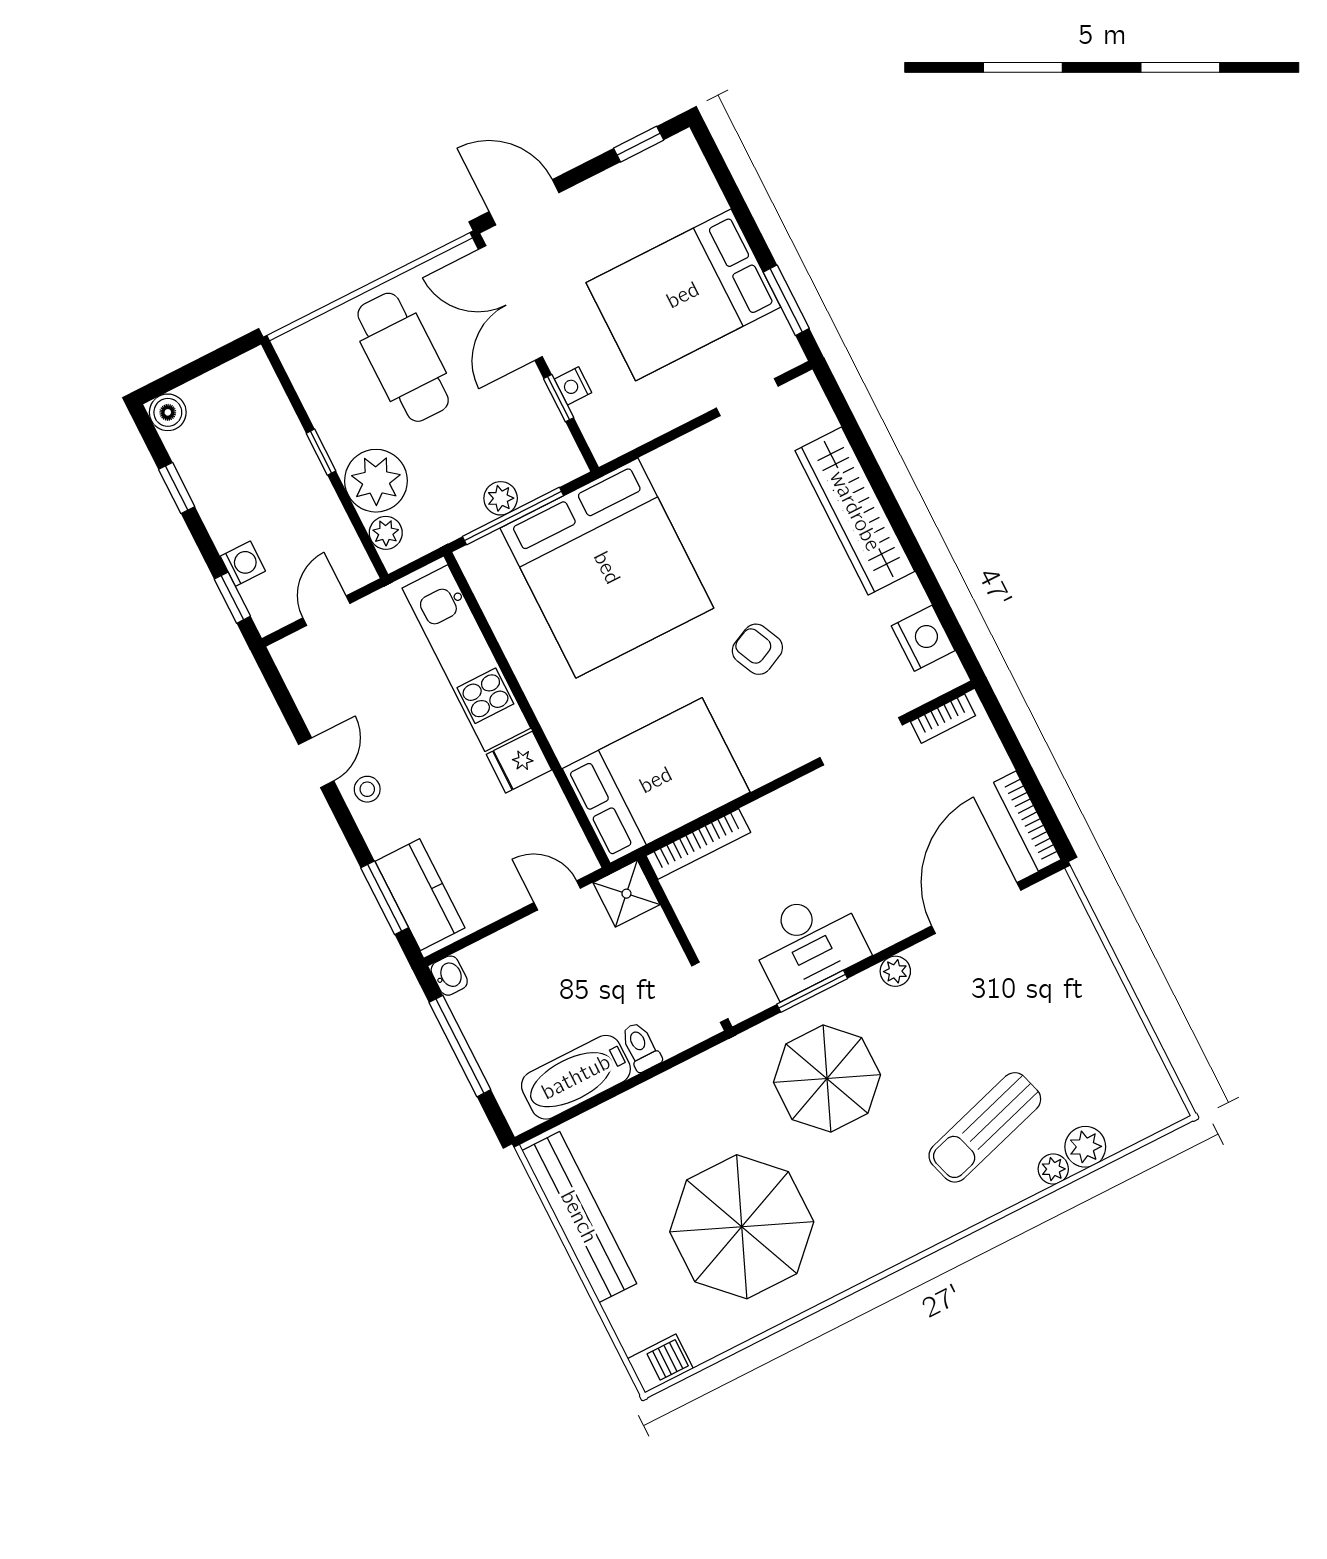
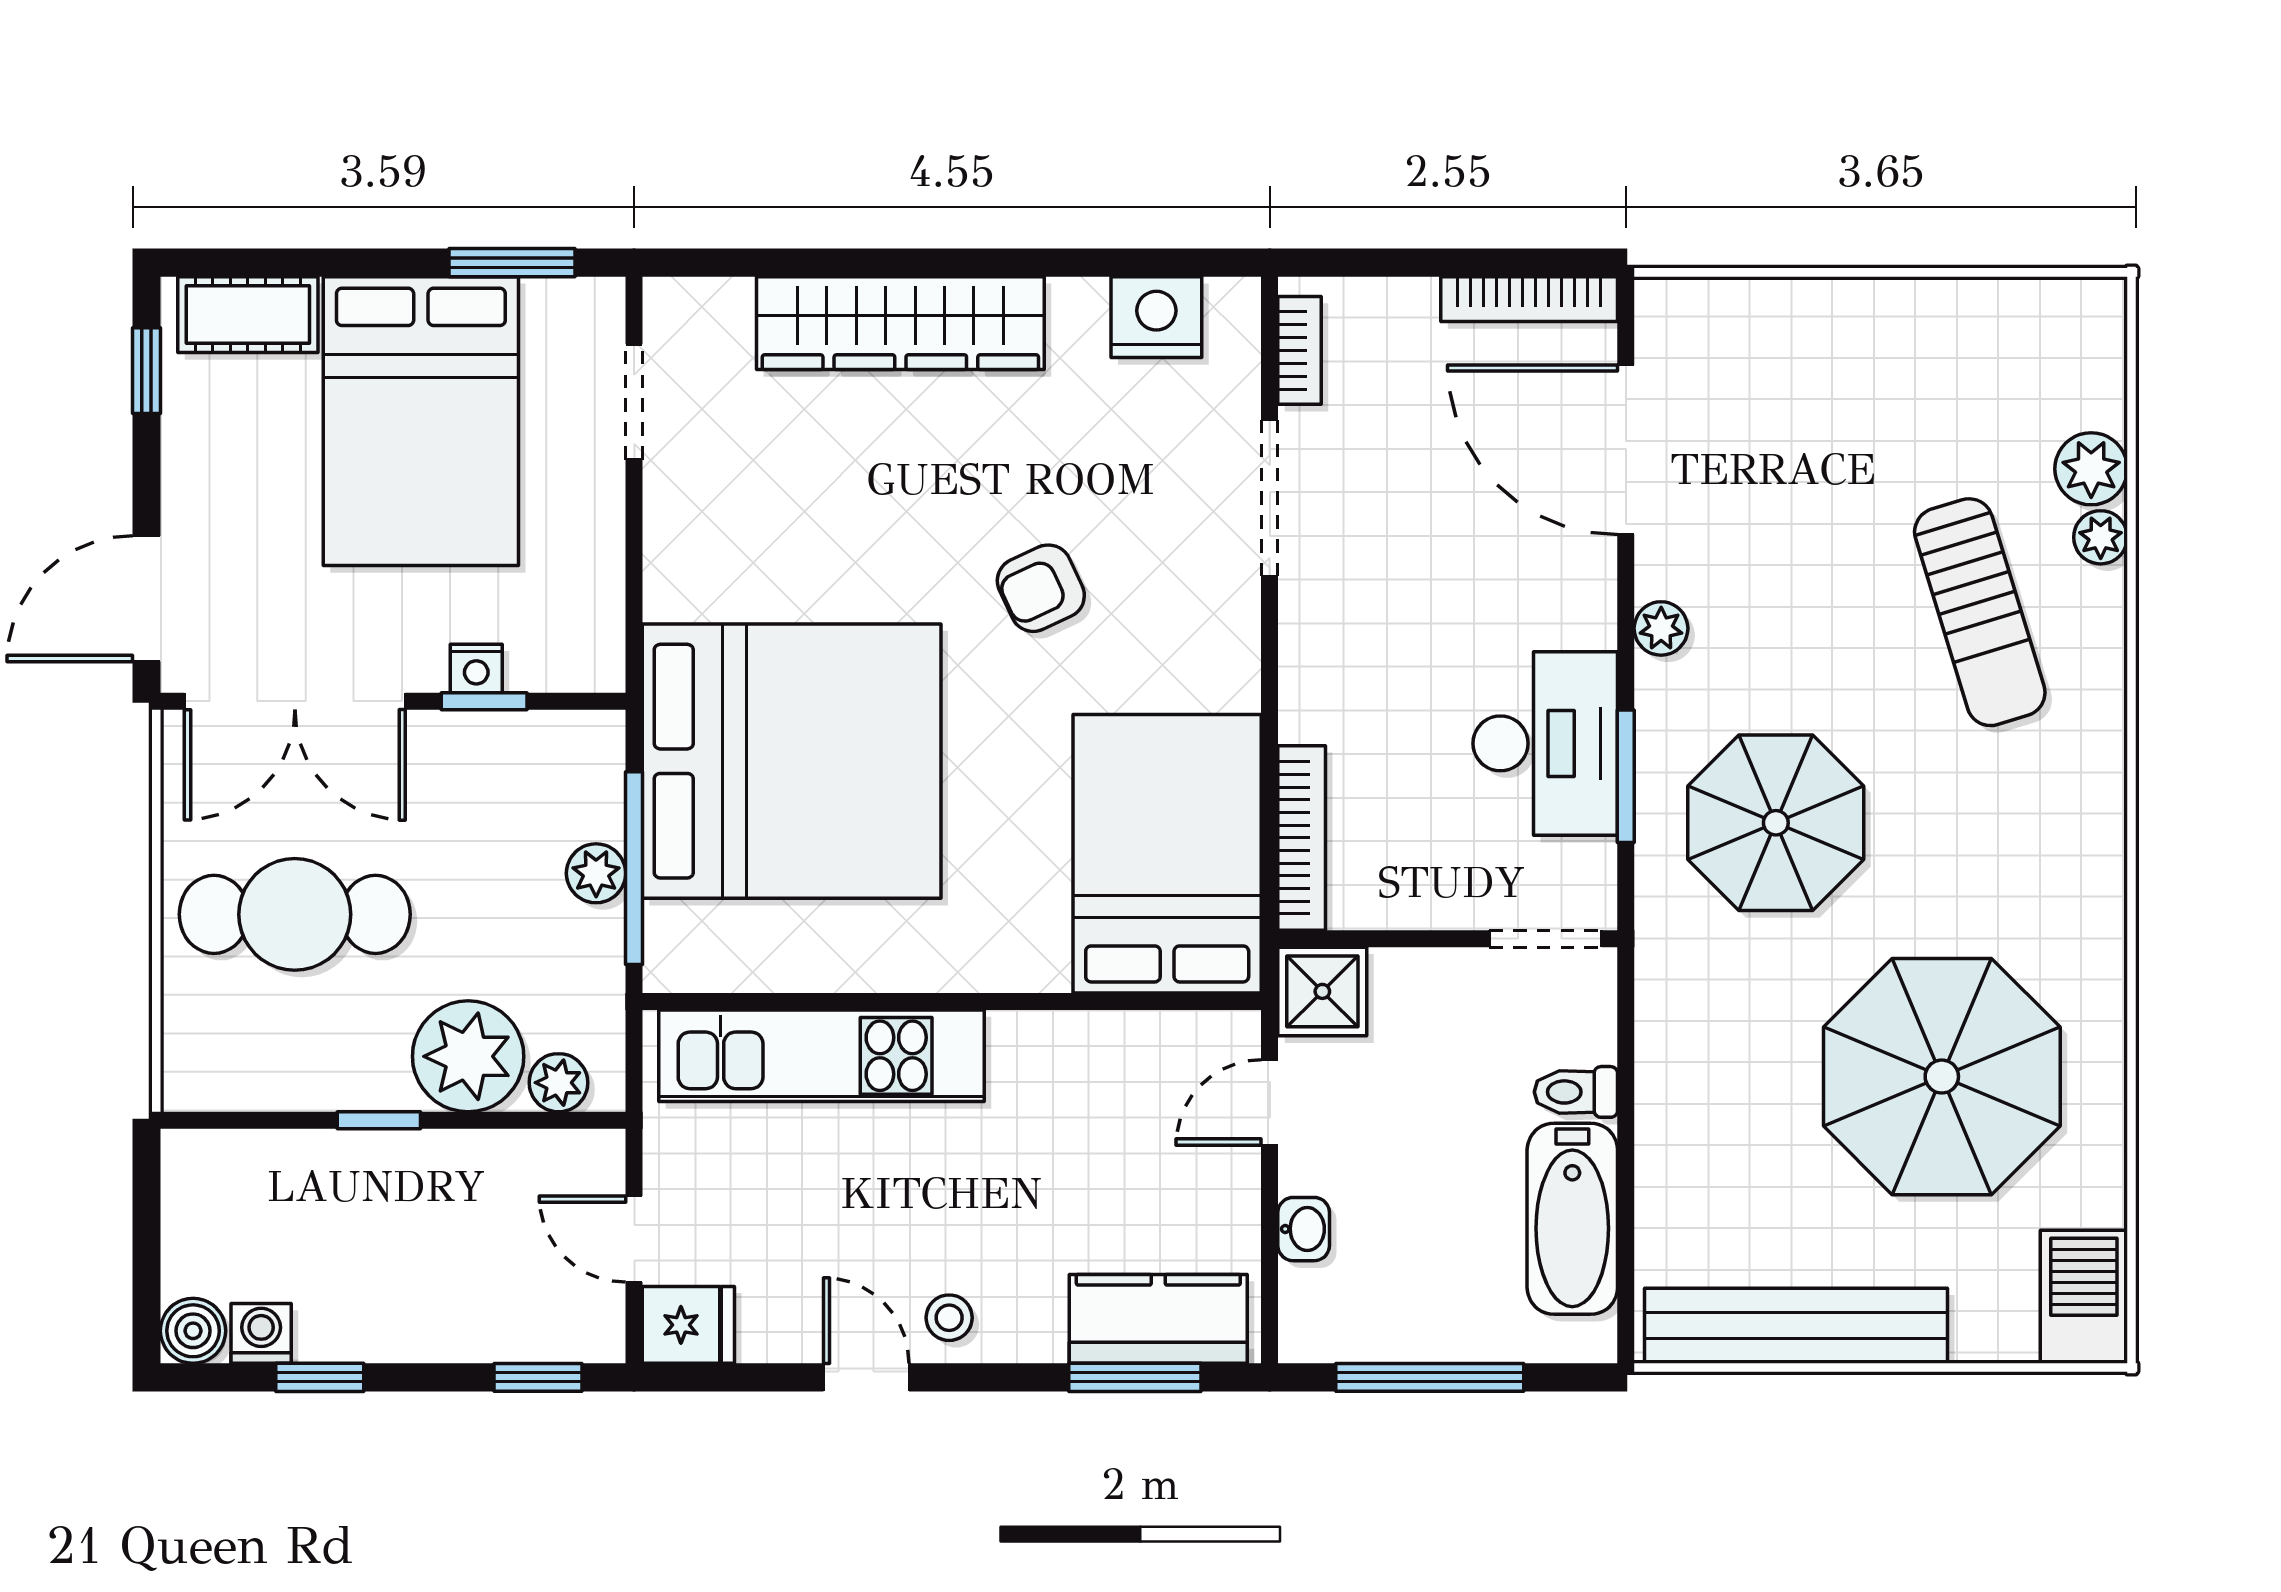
cot: (693, 181) -> (248, 315), added
washing machine: (243, 564) -> (261, 1333), moved
fridge: (519, 762) -> (688, 1325), moved, turned -90
washbasin: (449, 976) -> (1304, 1229), moved, turned 90
barbecue: (660, 1364) -> (2084, 1297), width x1.38, depth x1.27

